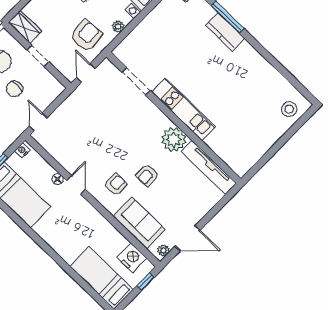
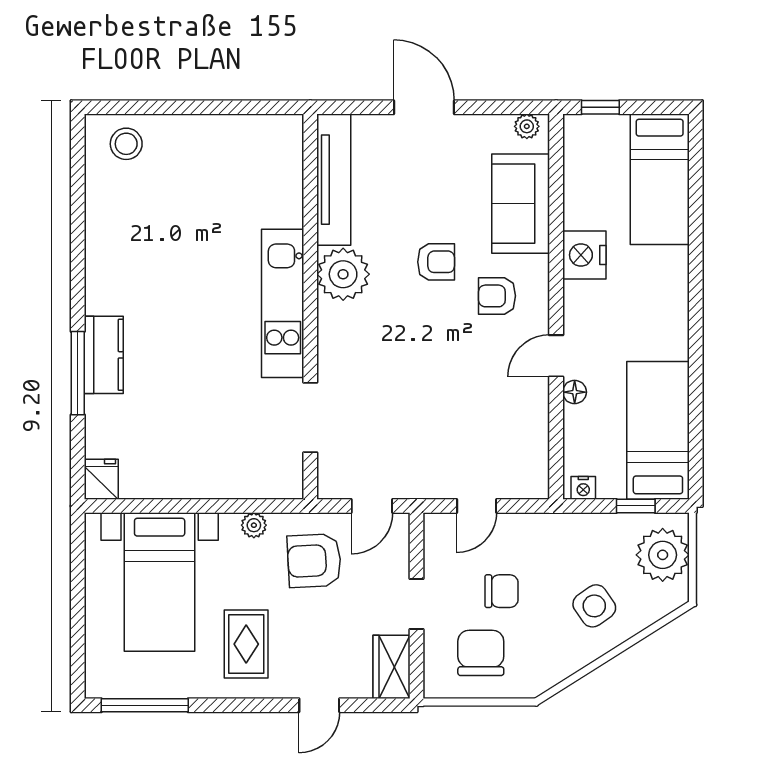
door: (38, 122) -> (477, 506), moved
door: (188, 238) -> (424, 107), moved
nightstand: (132, 258) -> (584, 255), moved

